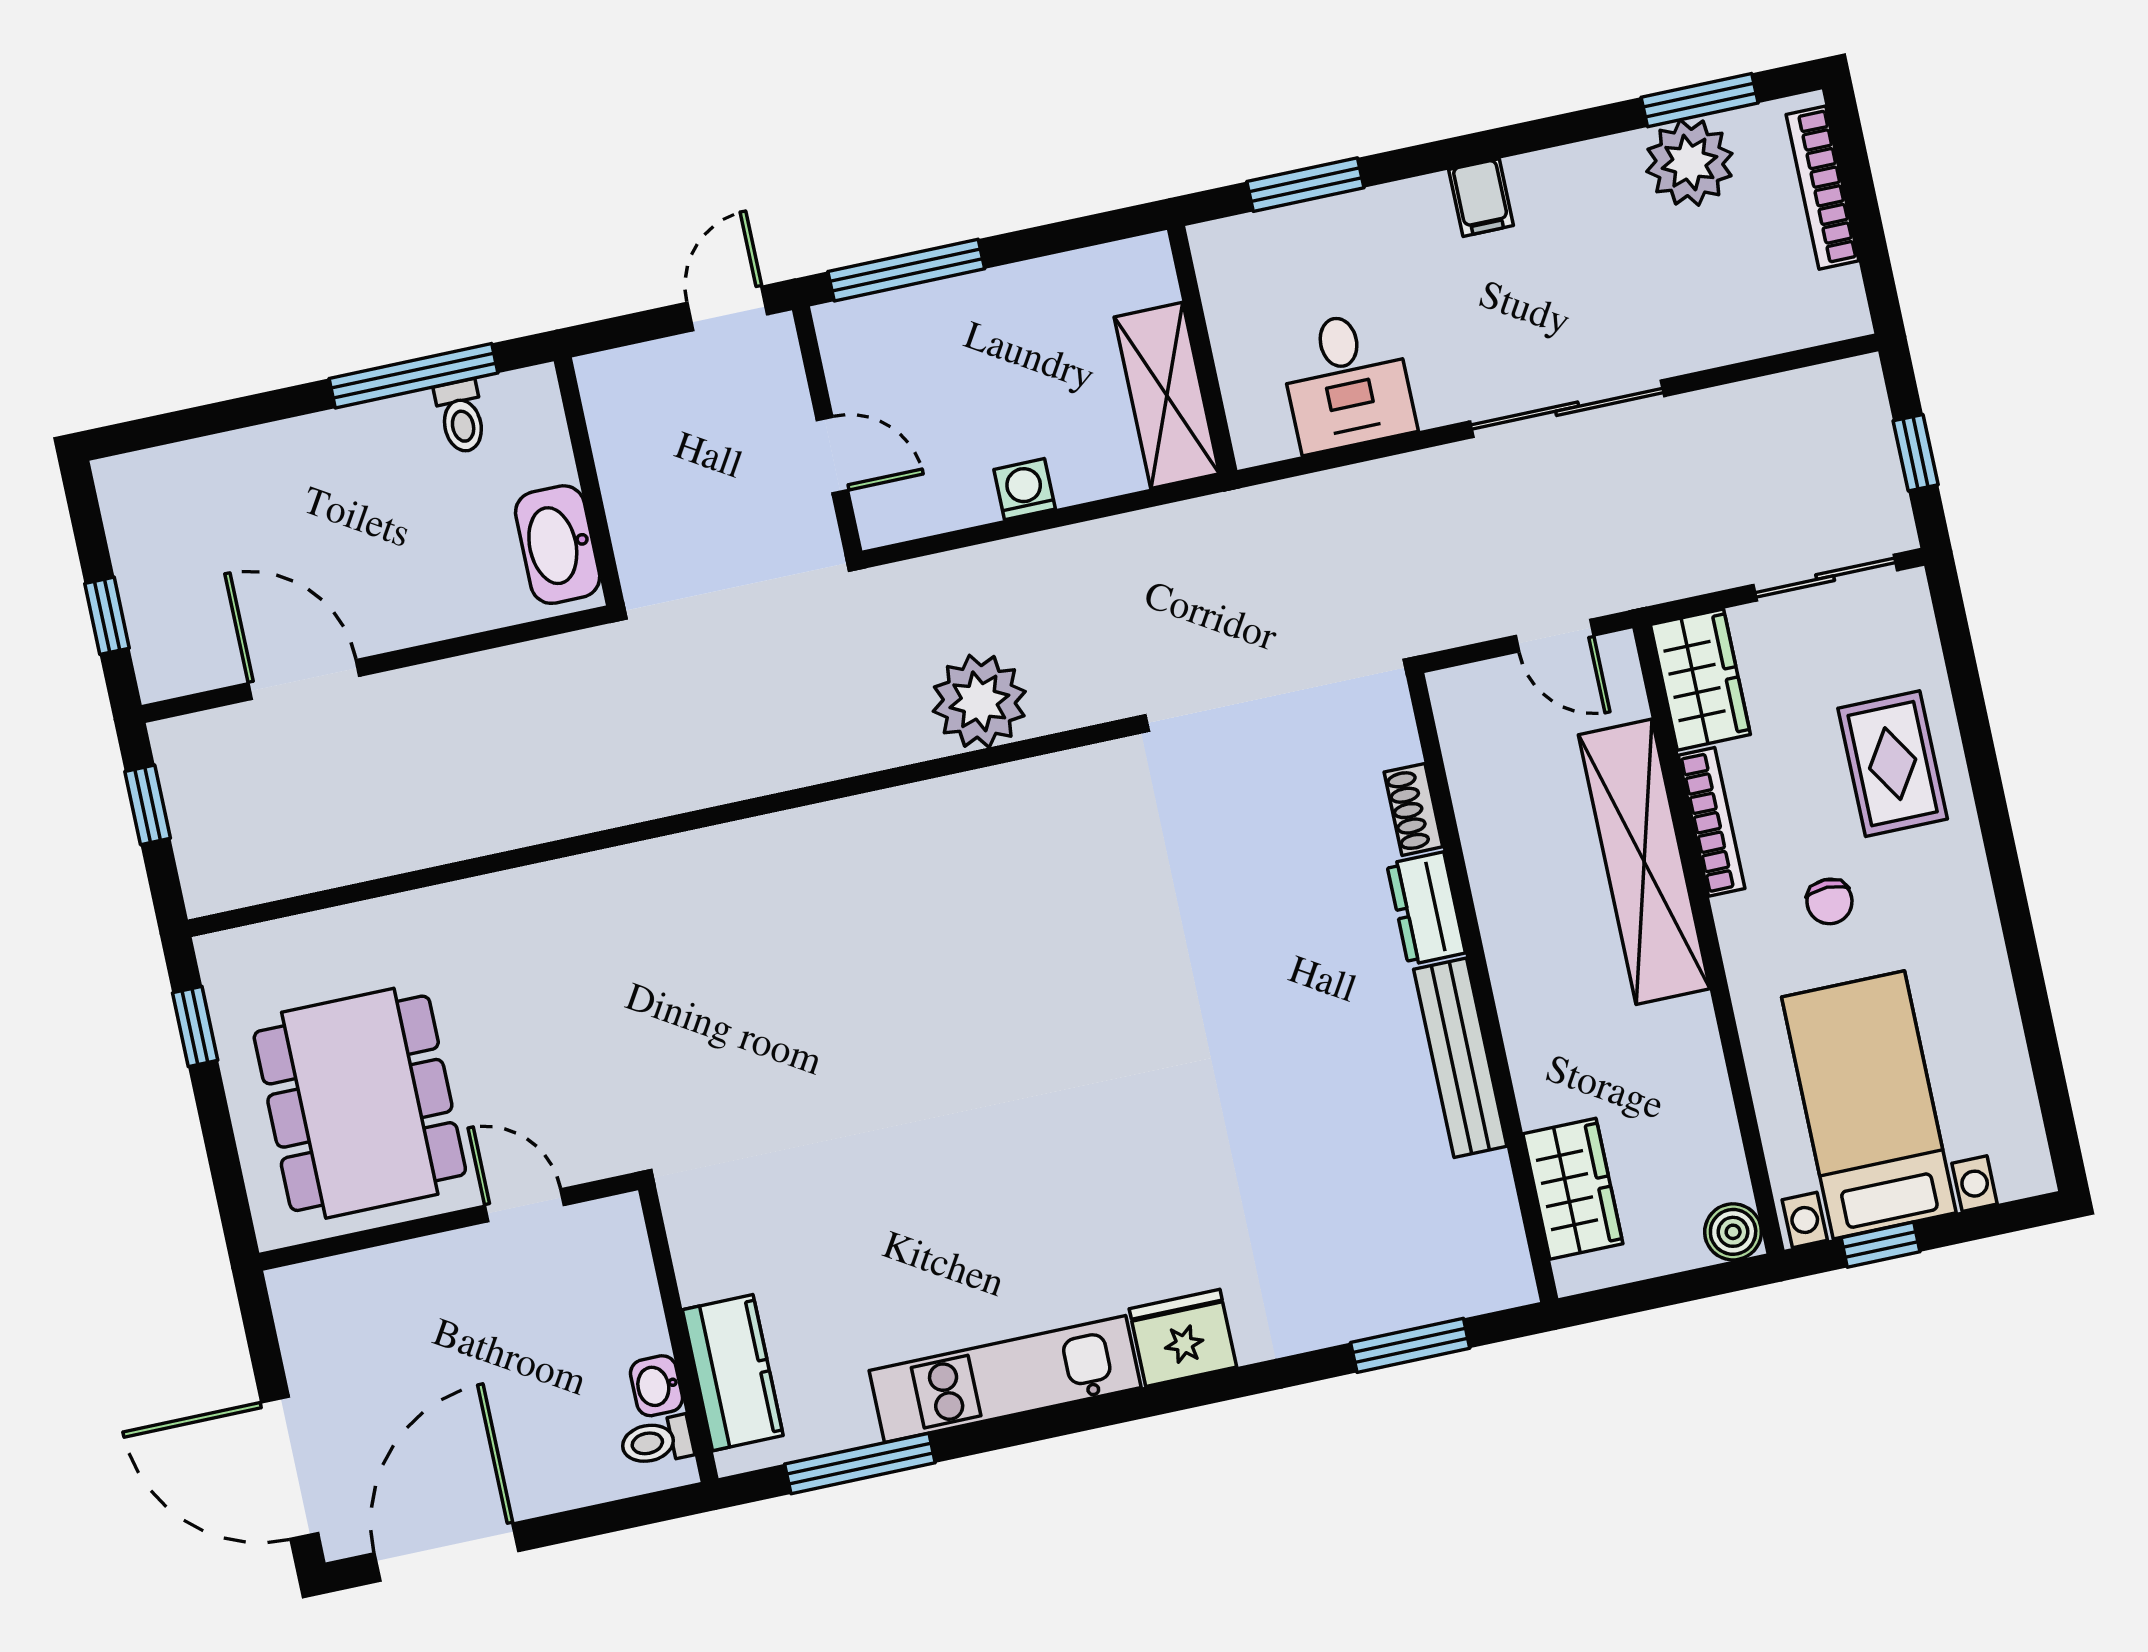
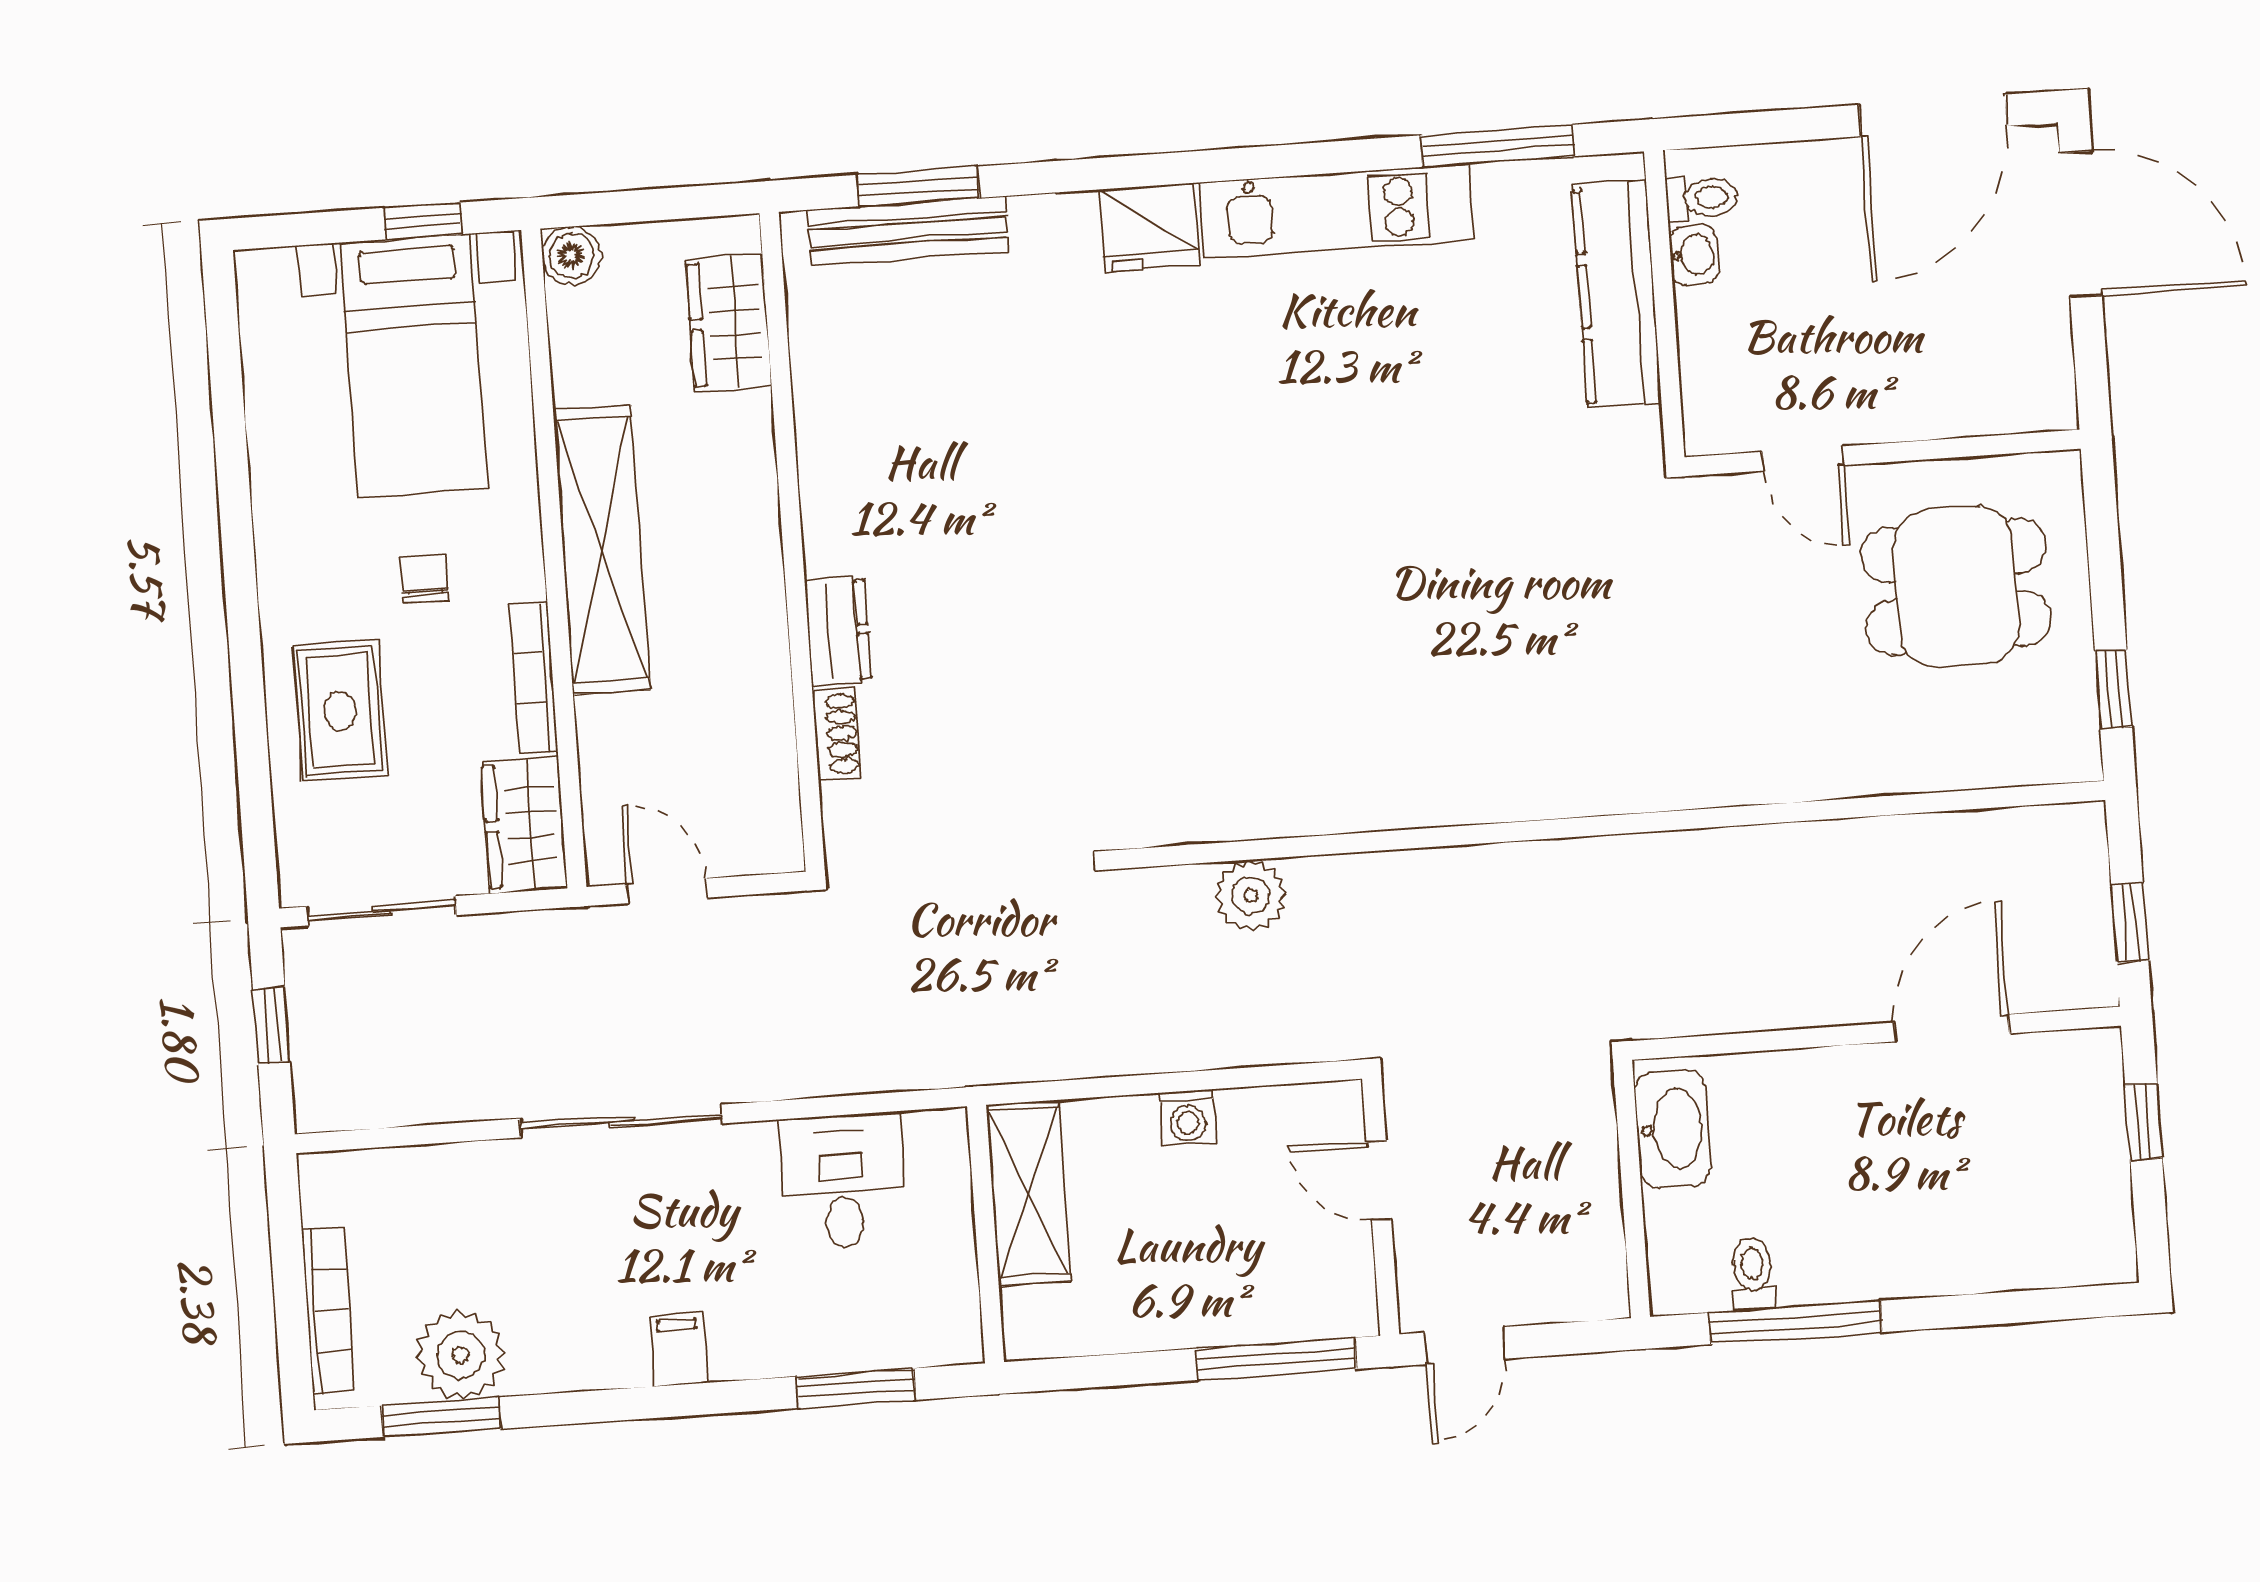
door: (304, 680) -> (1952, 1028), swing flipped
plant: (979, 701) -> (1251, 895), width x0.73, depth x0.73
shelving: (1644, 862) -> (602, 550), moved
bench: (1460, 1058) -> (908, 231), moved, turned 90
dining table: (360, 1103) -> (1956, 587), width x0.73
kitchen counter: (733, 1373) -> (1617, 294), width x1.50

